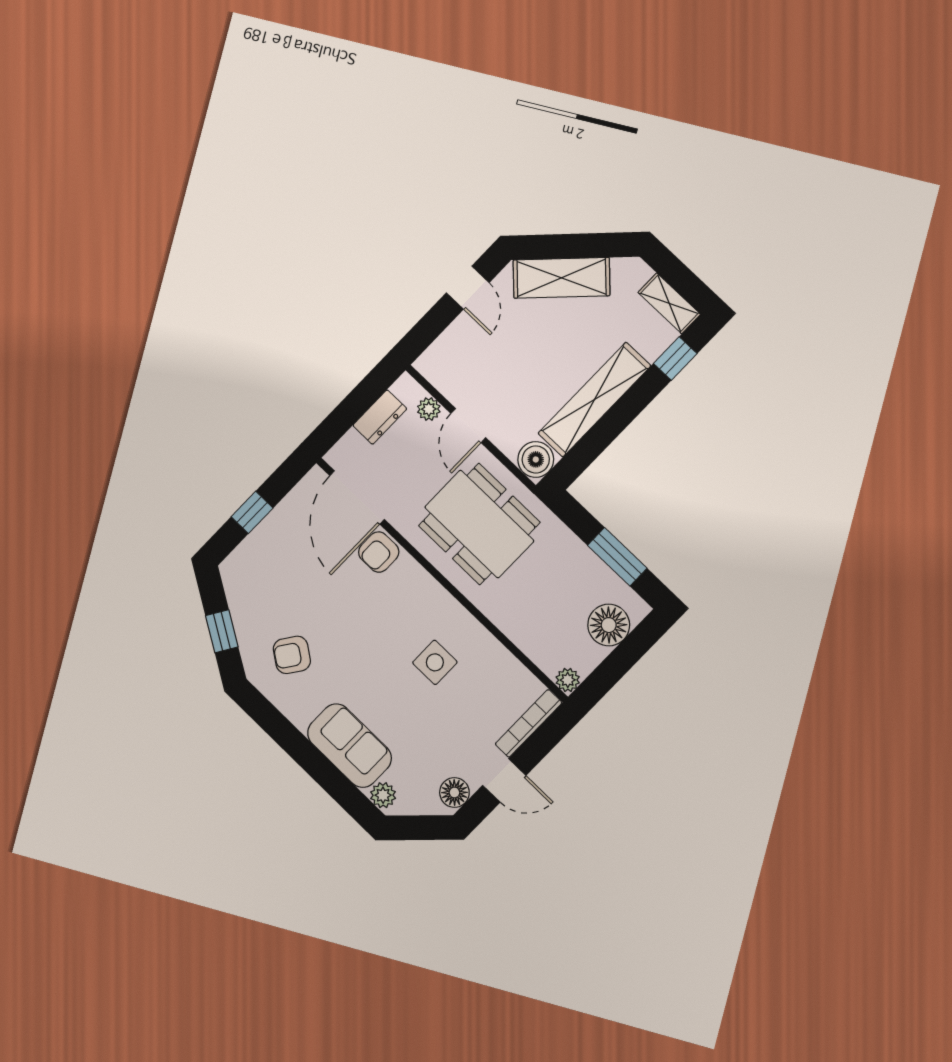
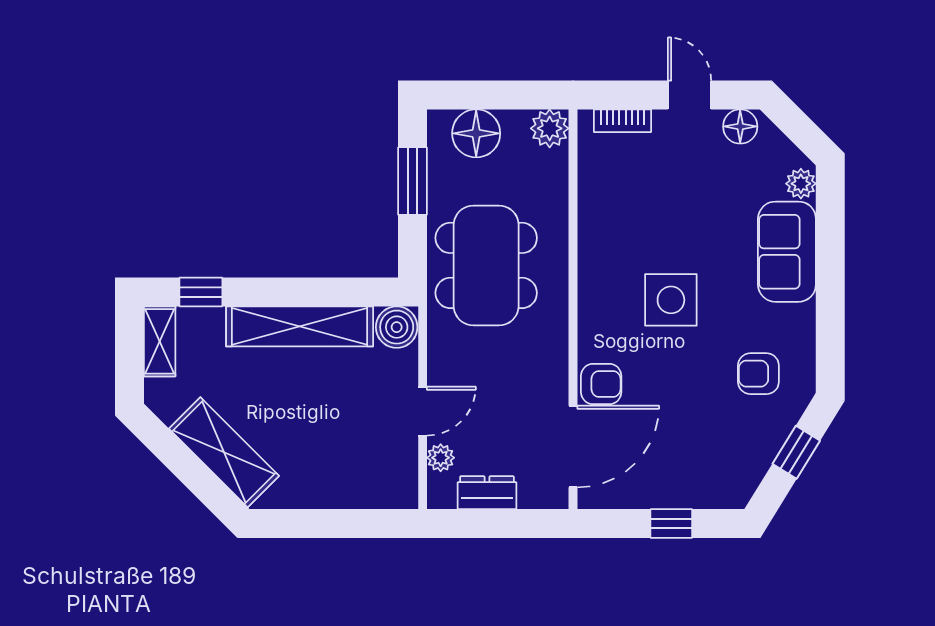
door: (468, 288) -> (307, 523), removed
dining table: (479, 524) -> (486, 265), moved
armchair: (292, 655) -> (758, 374), turned 145
side table: (435, 662) -> (671, 300), moved, width x1.37, depth x1.37
plant: (568, 680) -> (550, 128), width x1.38, depth x1.38
bookcase: (529, 723) -> (623, 121), width x0.64

